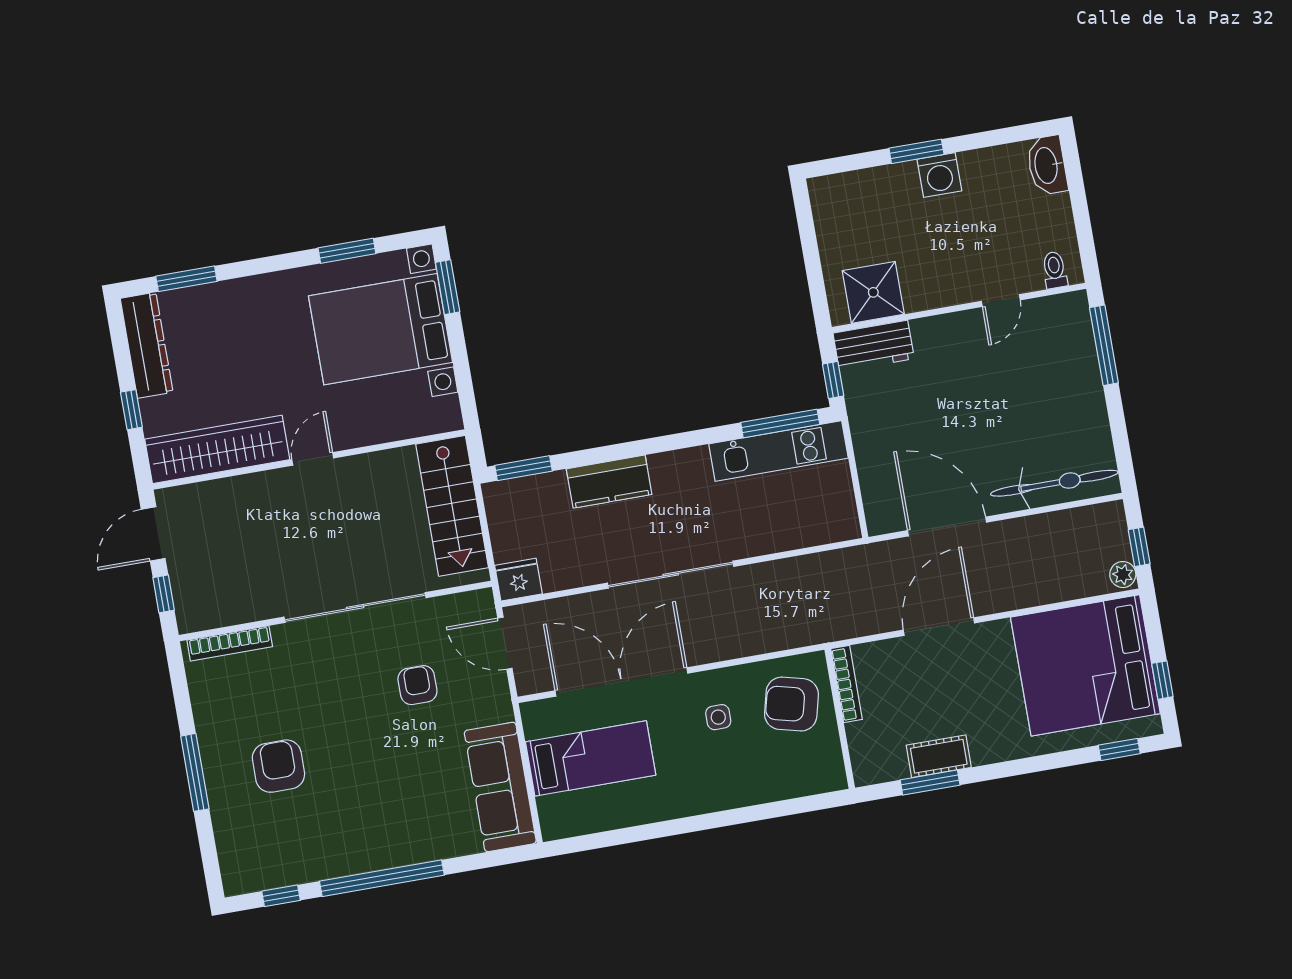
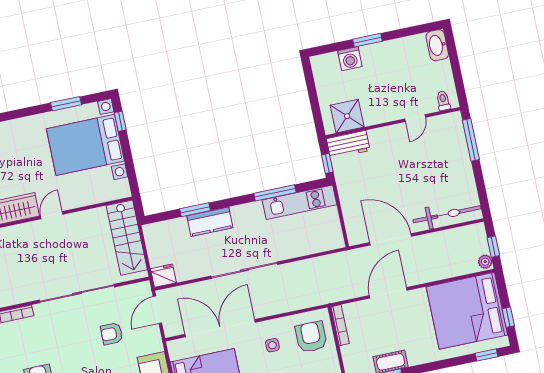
washing machine: (939, 175) -> (350, 59), moved
window: (448, 287) -> (120, 121), width x0.67
window: (780, 423) -> (275, 193), moved
window: (524, 468) -> (195, 210), moved
door: (505, 643) -> (157, 310), hinge flipped
armchair: (417, 685) -> (112, 334), turned -90
armchair: (791, 704) -> (311, 337), turned 76

